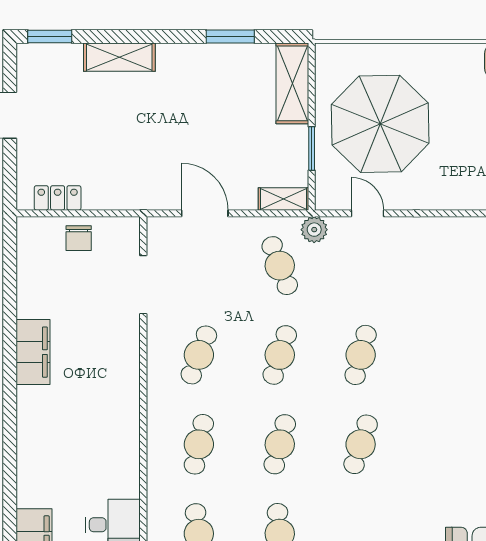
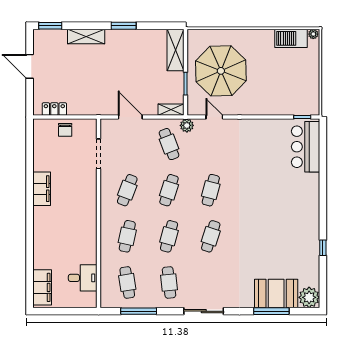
window: (230, 37) -> (124, 26), moved

